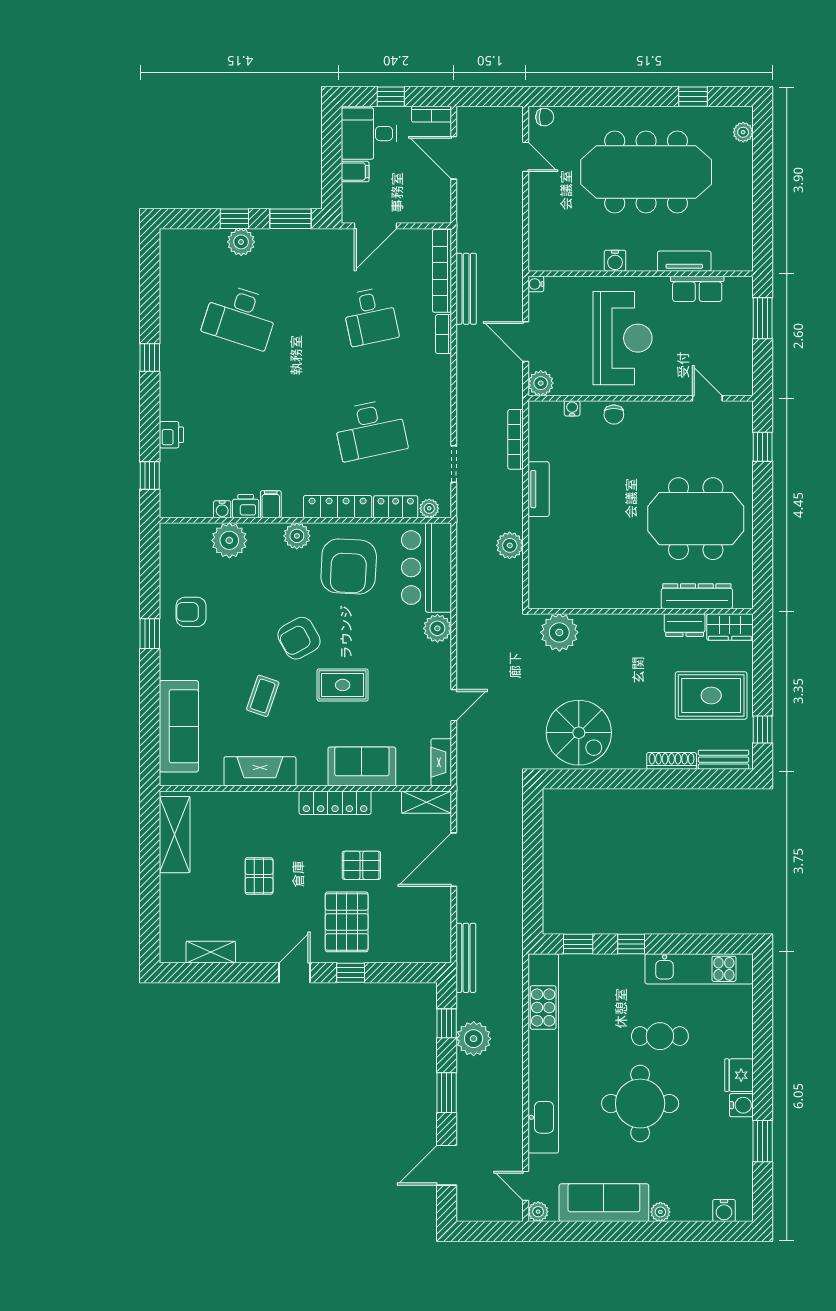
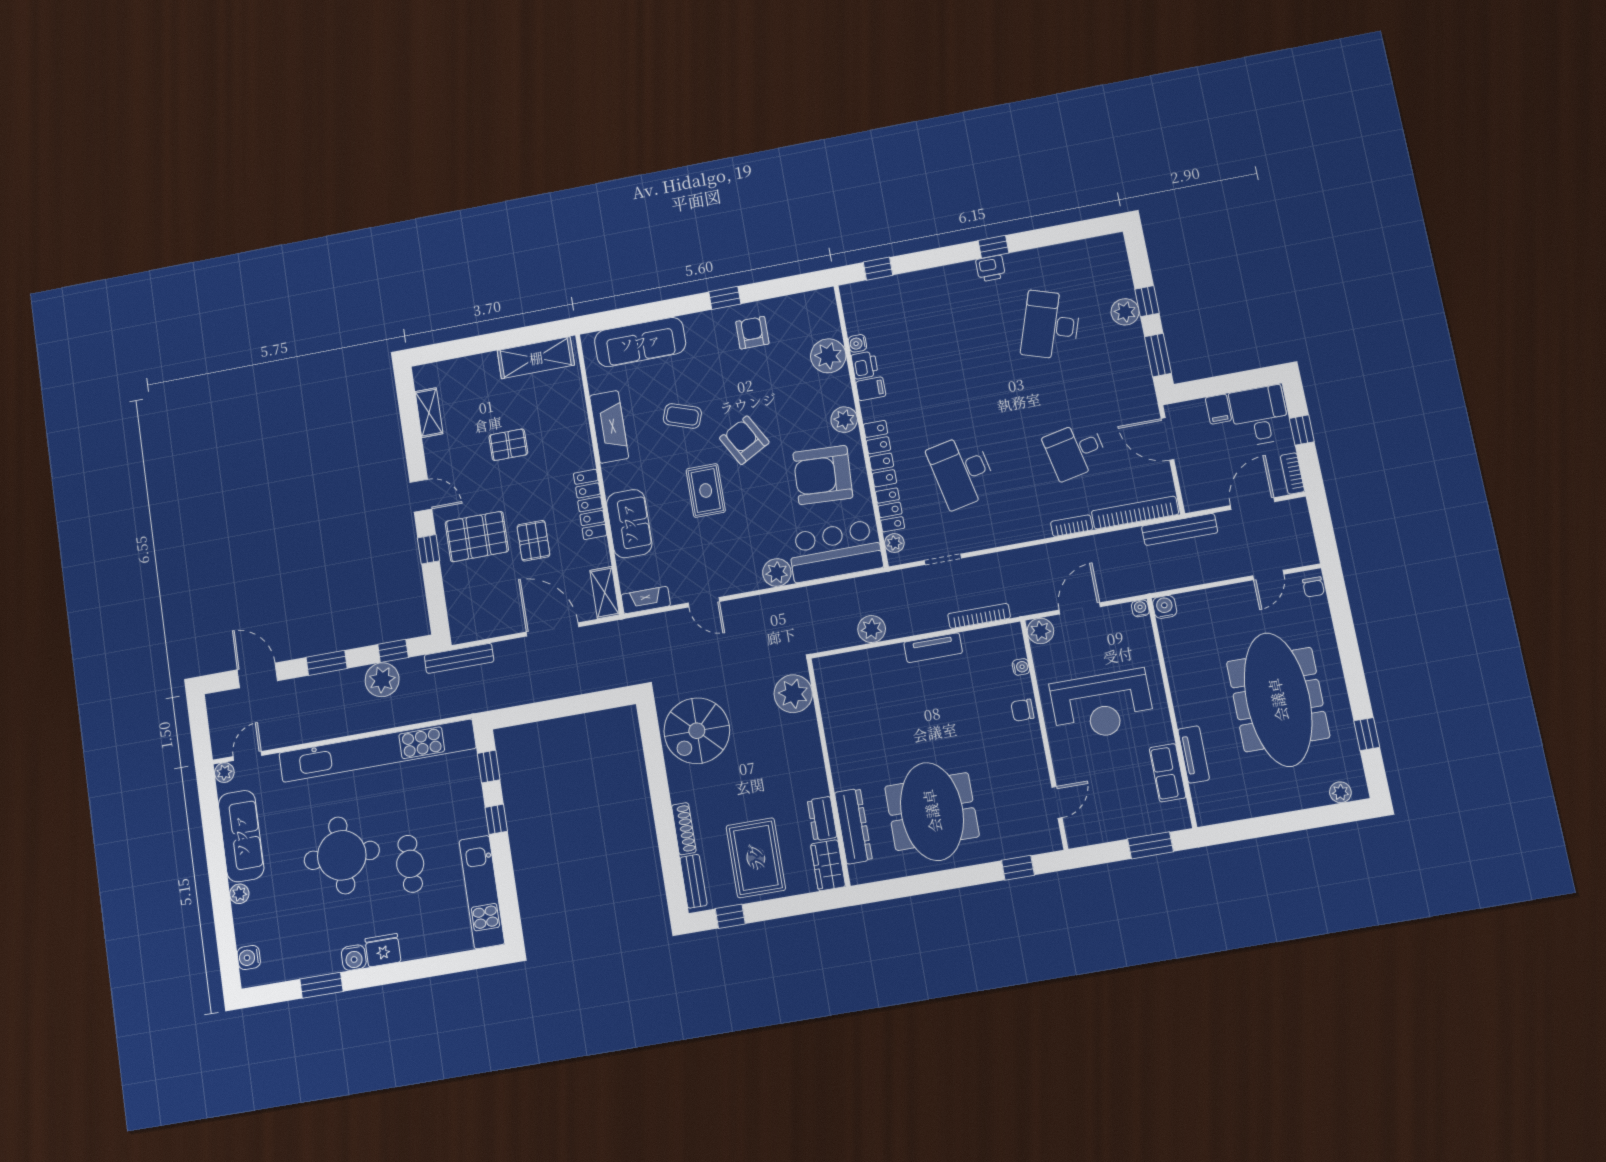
water cooler: (615, 261) -> (1165, 607), moved, turned 90
bench: (466, 289) -> (1180, 529), moved
printer: (171, 435) -> (991, 268), moved

